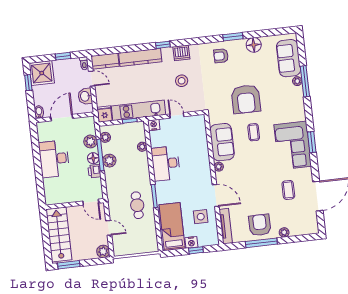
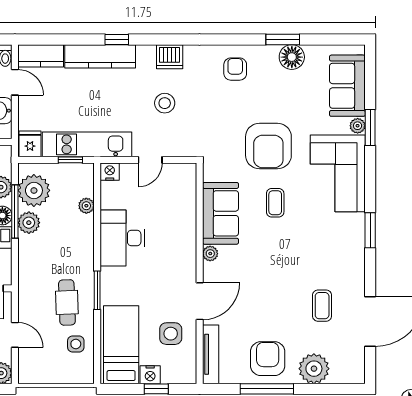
window: (233, 37) -> (283, 40), moved
window: (163, 45) -> (117, 40), moved
armchair: (221, 56) -> (235, 69), turned 90
window: (305, 81) -> (370, 127), width x0.69
door: (177, 115) -> (150, 160), swing flipped
plant: (105, 137) -> (34, 190), width x1.87, depth x1.87
corner sofa: (293, 145) -> (338, 173), moved
door: (216, 196) -> (200, 301), hinge flipped
side table: (145, 229) -> (76, 344), added
plant: (284, 232) -> (314, 369), width x1.88, depth x1.88

